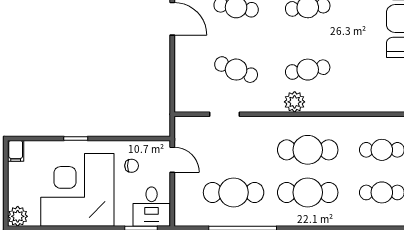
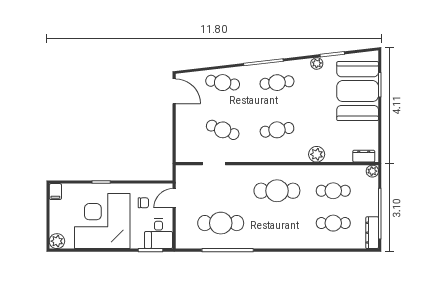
plant: (295, 102) -> (317, 154), moved
door: (172, 160) -> (174, 198), swing flipped
cafe table: (308, 192) -> (277, 223), removed

